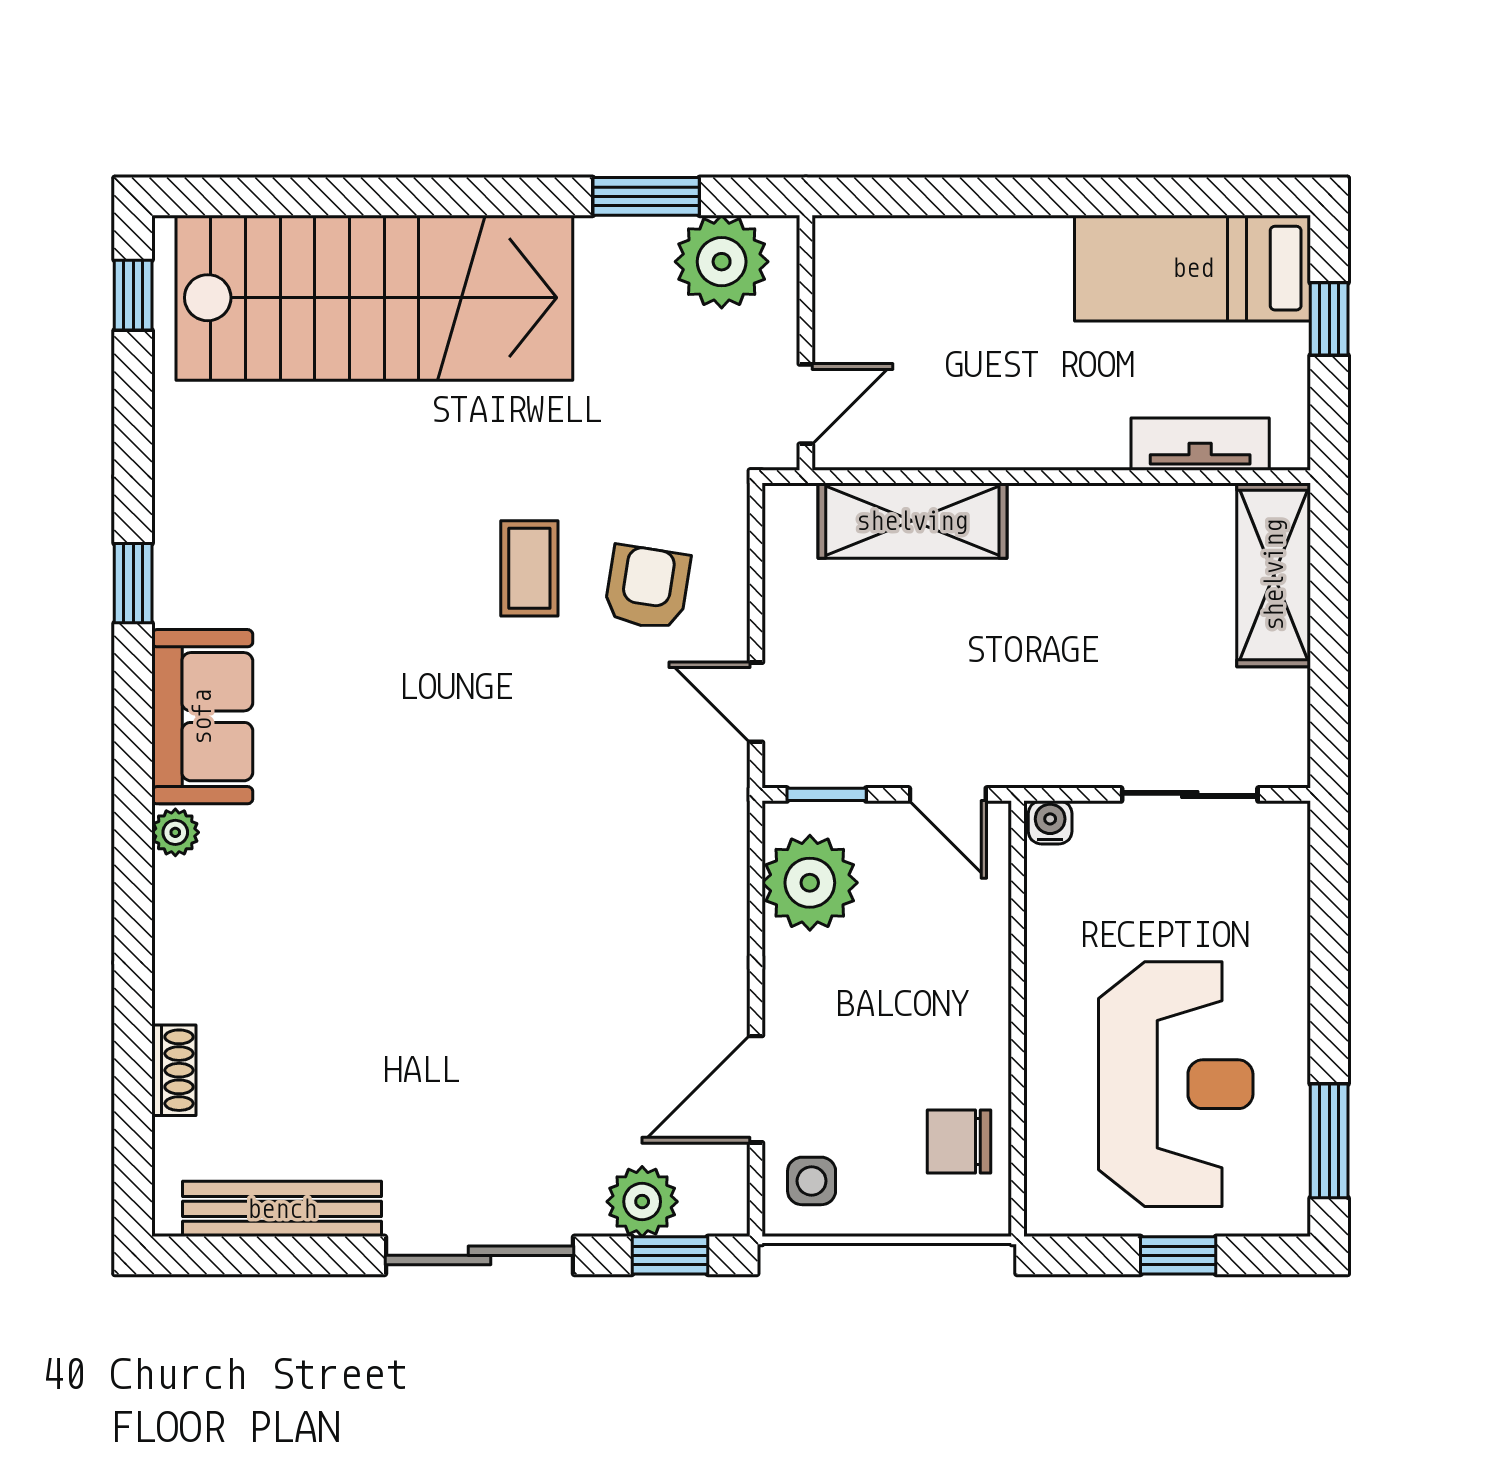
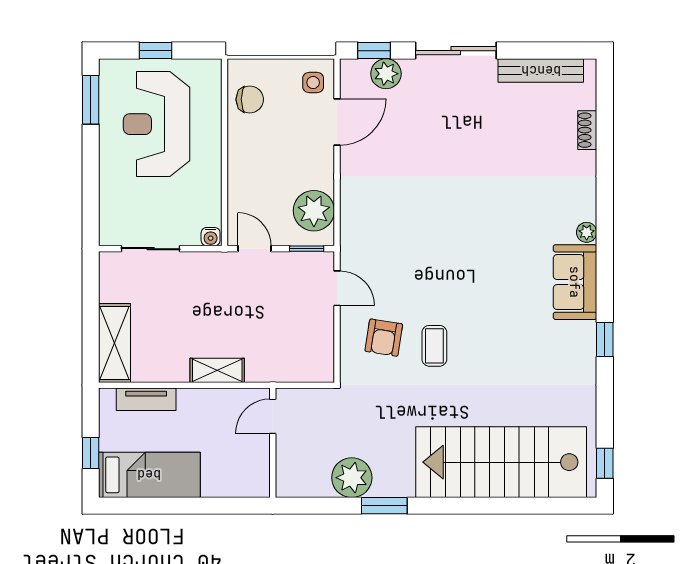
wall: (806, 343) -> (273, 443), moved
door: (806, 404) -> (273, 416), moved
shelving: (912, 521) -> (217, 370), moved, width x0.67, depth x0.75

